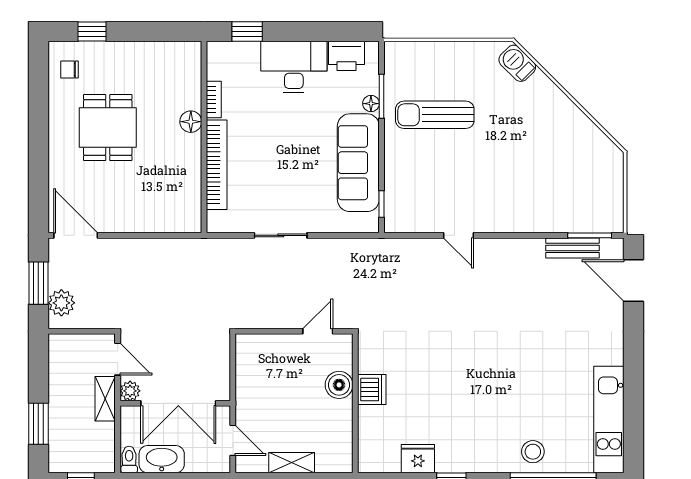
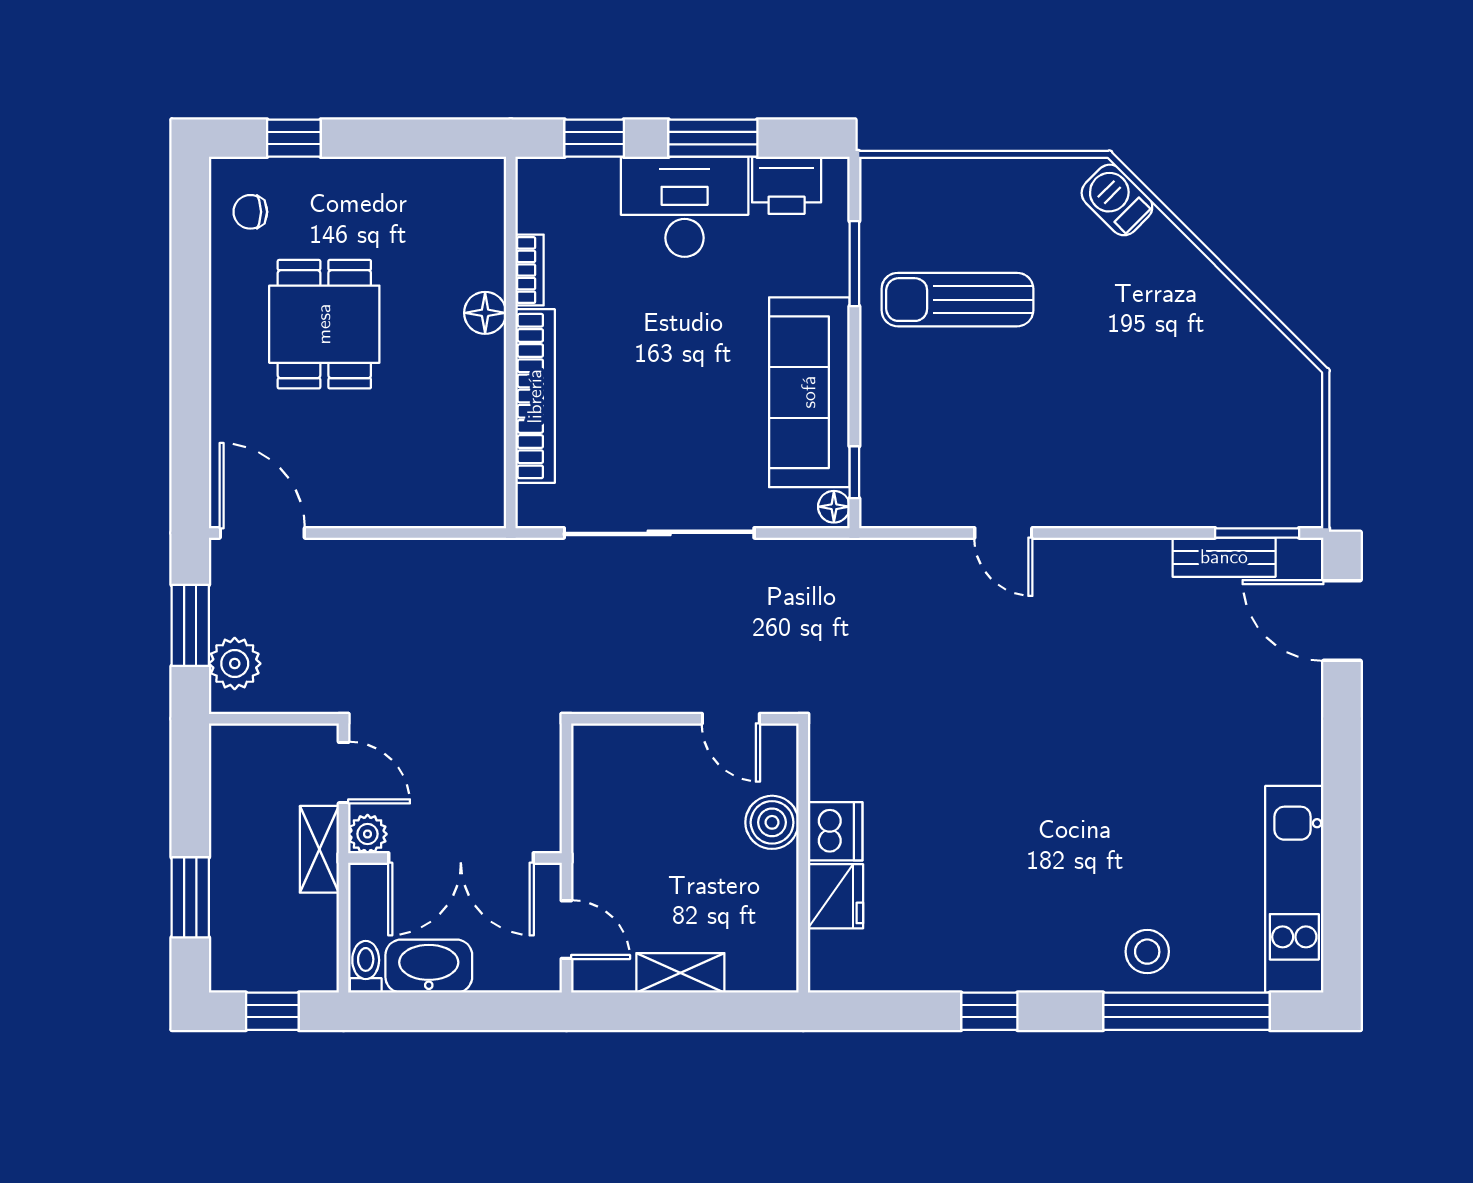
window: (308, 31) -> (713, 138), added
floor lamp: (371, 104) -> (834, 507), moved
sliding door: (281, 235) -> (659, 533), width x1.86
door: (318, 331) -> (731, 719), swing flipped
fridge: (418, 459) -> (836, 896), moved, turned 90

